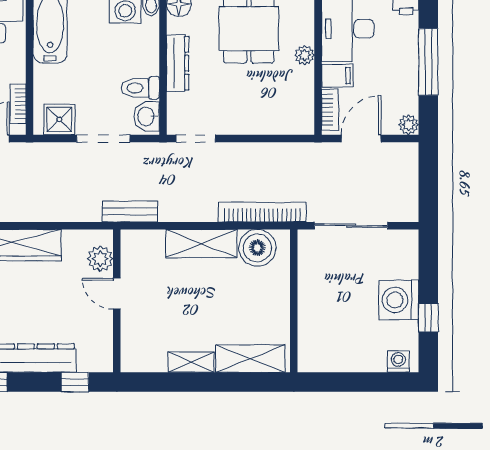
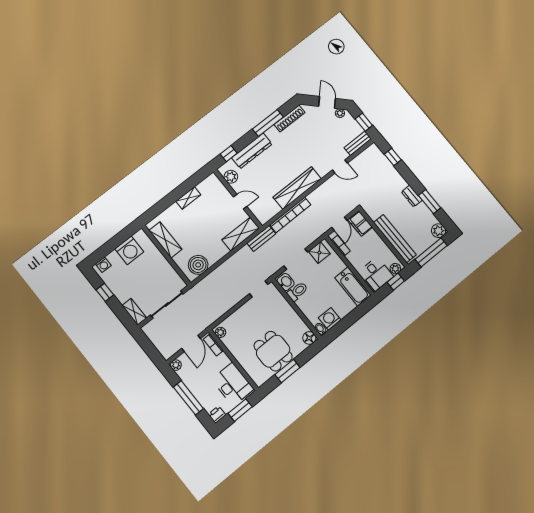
plant: (305, 55) -> (220, 332), moved
dresser: (178, 63) -> (290, 314), removed
filing cabinet: (337, 76) -> (222, 361), removed
bookcase: (262, 212) -> (290, 215), moved
shelving: (201, 244) -> (241, 234), moved
shelving: (408, 254) -> (134, 312), added
plant: (100, 259) -> (231, 177), moved
washing machine: (399, 300) -> (129, 250), moved, turned 90
shelving: (250, 359) -> (165, 240), moved, turned 90

